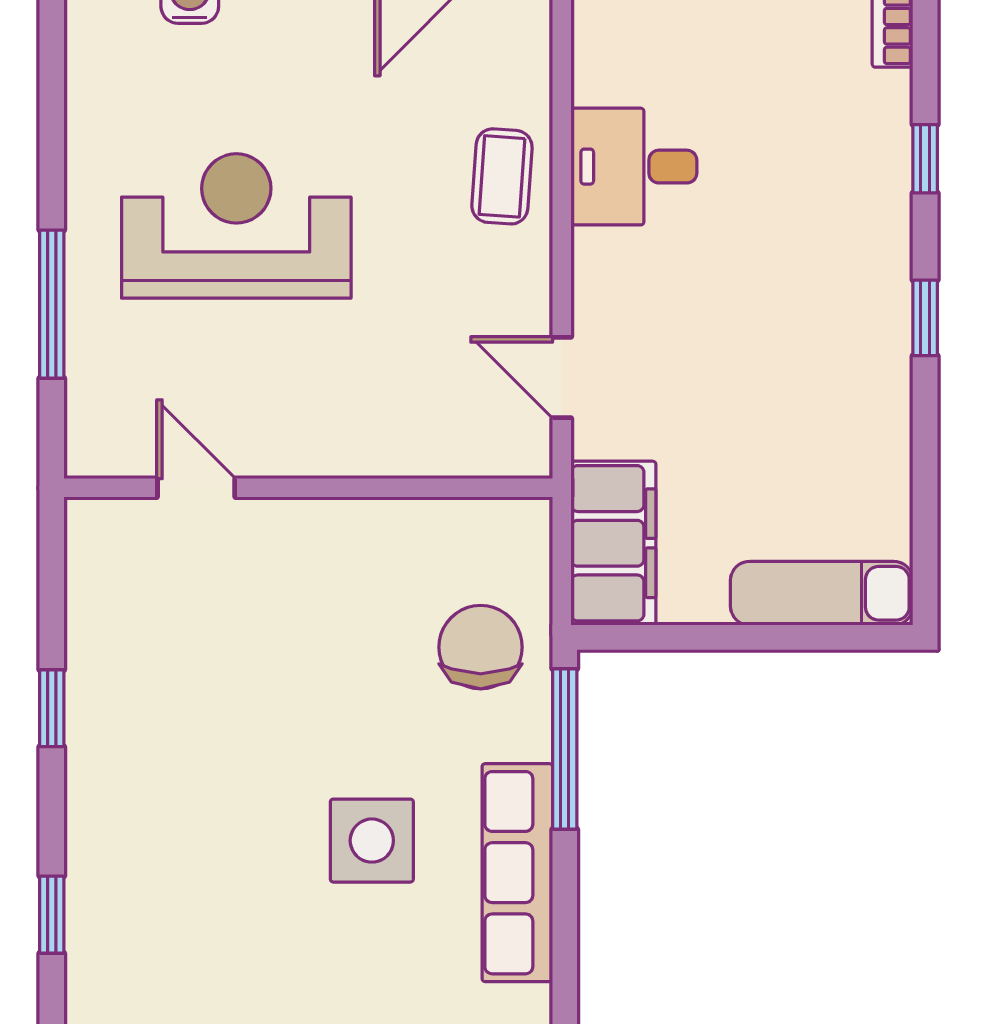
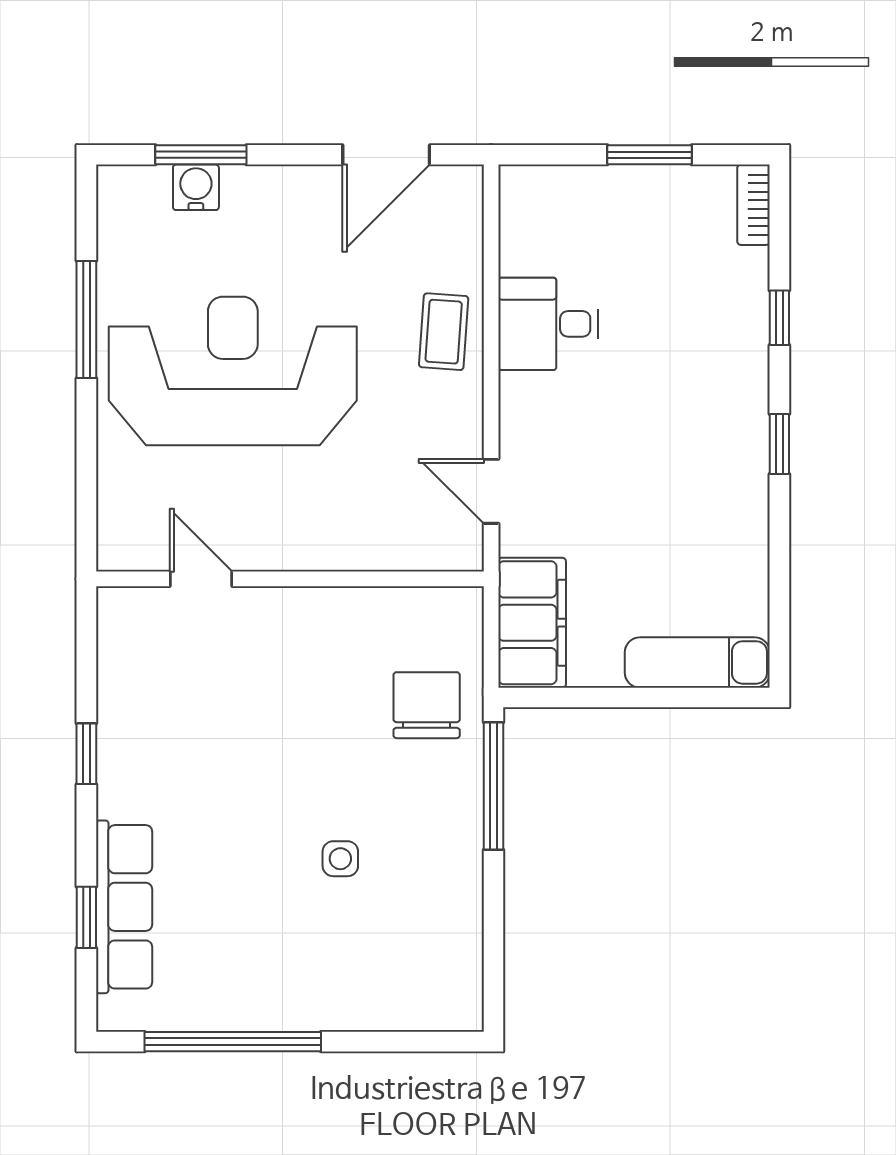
reception desk: (236, 226) -> (233, 371), width x1.36, depth x1.30
window: (52, 304) -> (86, 320), moved
side table: (372, 841) -> (340, 859), width x0.54, depth x0.54
row of seats: (517, 873) -> (124, 907), moved, turned 180

